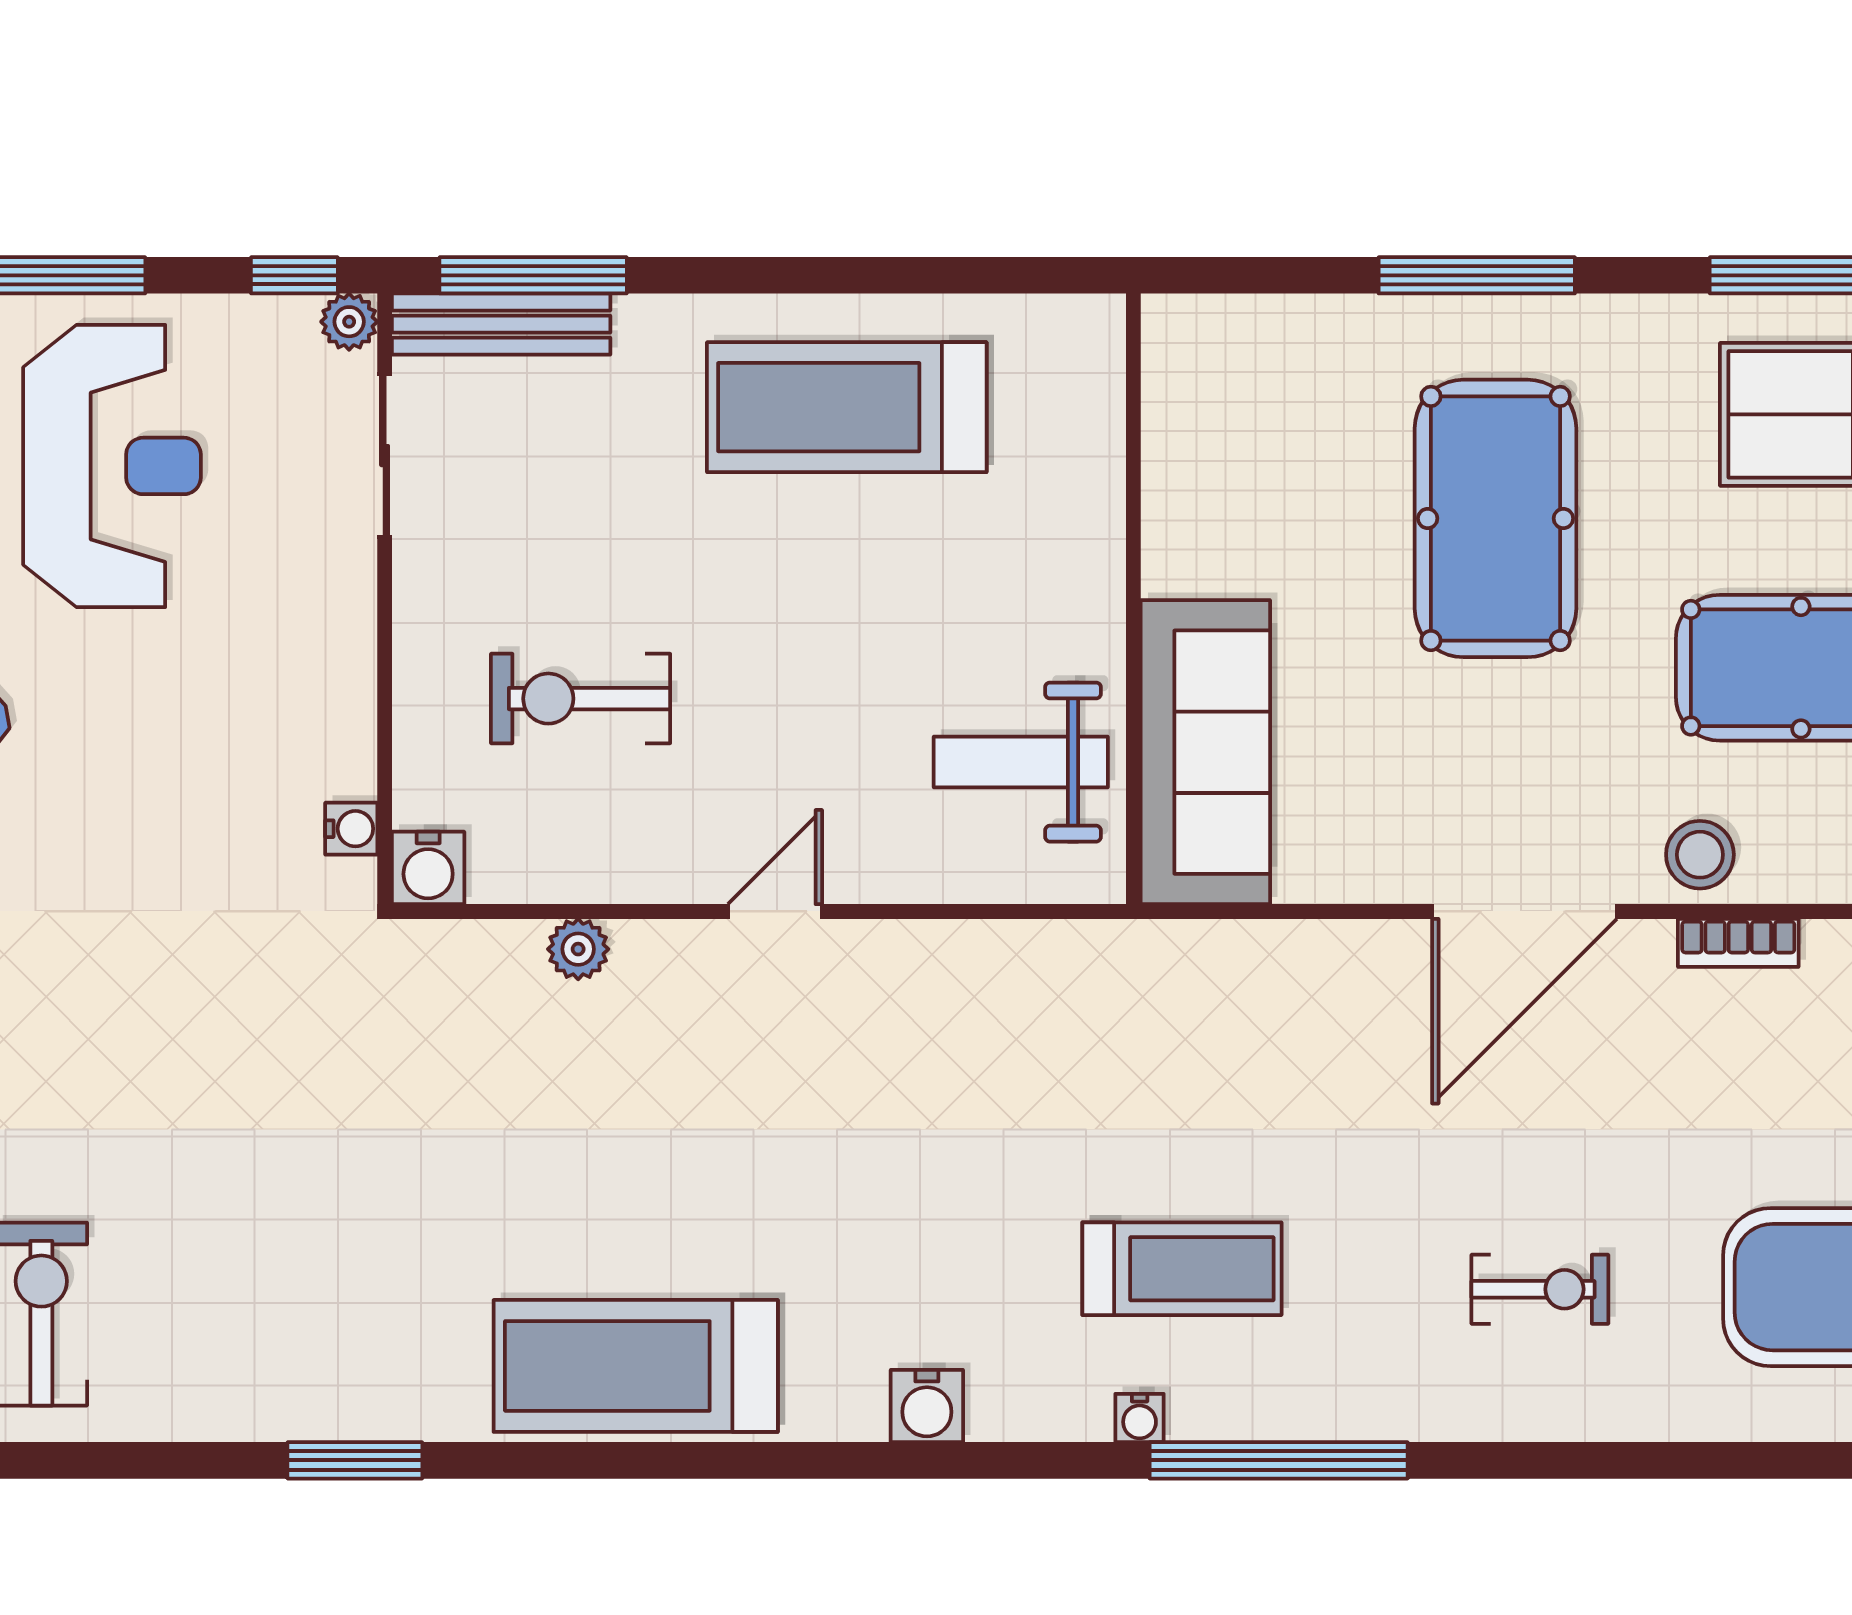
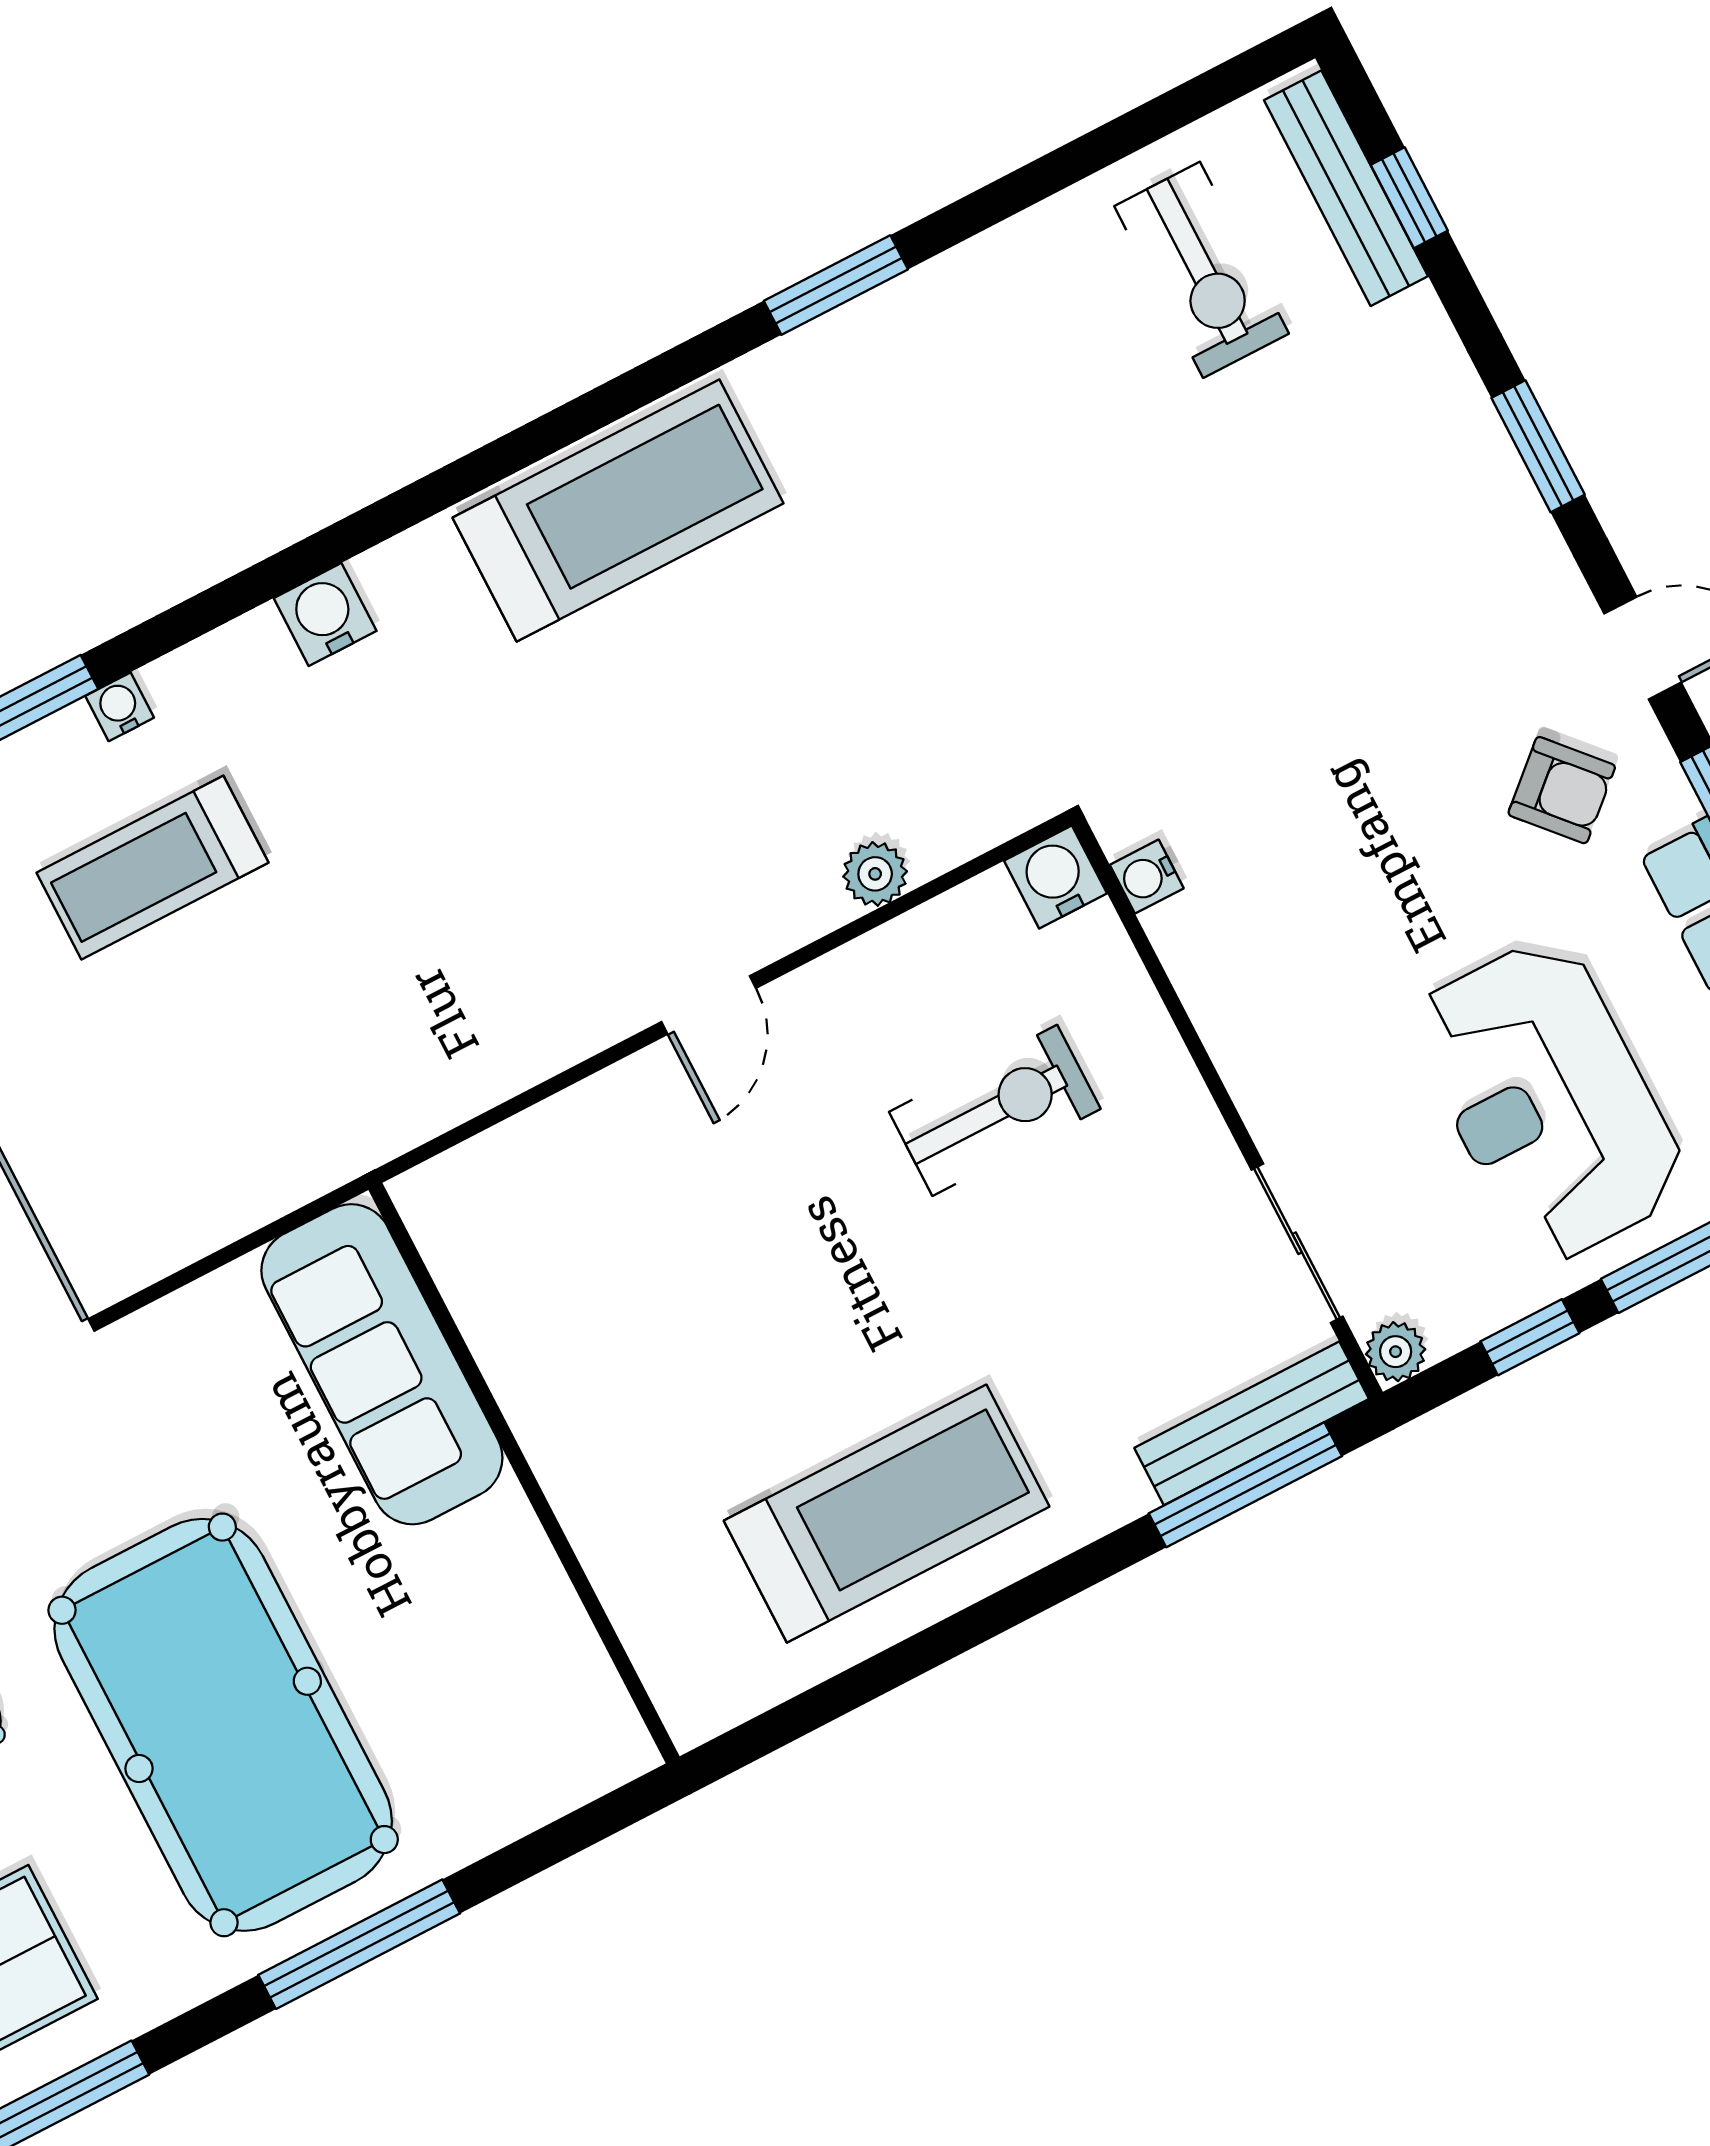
window: (294, 275) -> (1530, 1337), moved
pool table: (1496, 518) -> (223, 1725), width x1.36, depth x1.32
weight bench: (1021, 762) -> (550, 1265), removed

